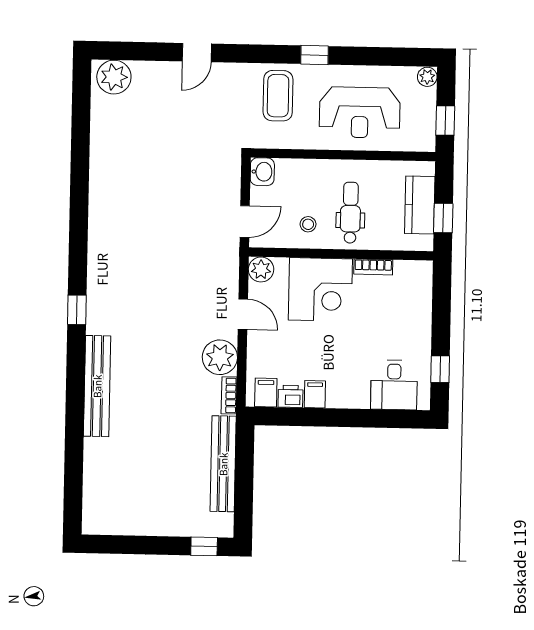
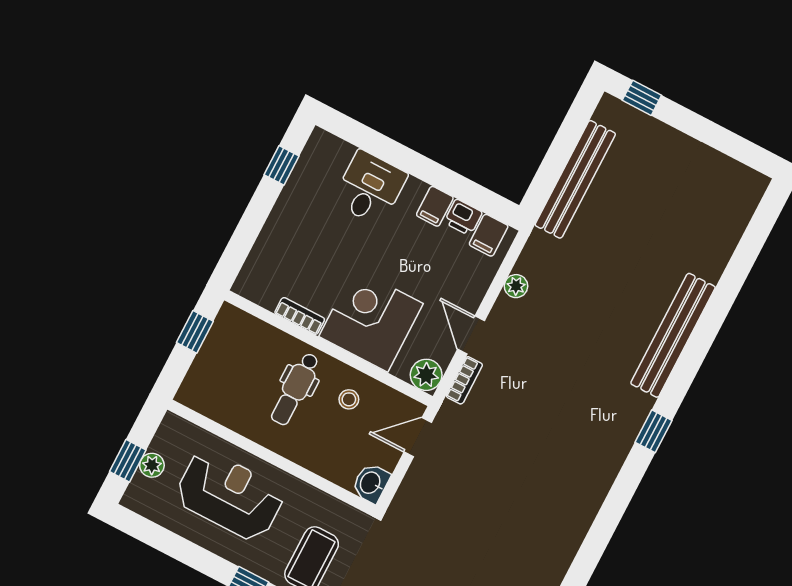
plant: (427, 77) -> (152, 465), moved
window: (445, 120) -> (128, 461), moved
kitchen counter: (420, 205) -> (214, 359), removed
plant: (220, 357) -> (516, 286), width x0.53, depth x0.53
desk: (394, 385) -> (370, 188), moved
bookcase: (229, 395) -> (464, 380), moved

